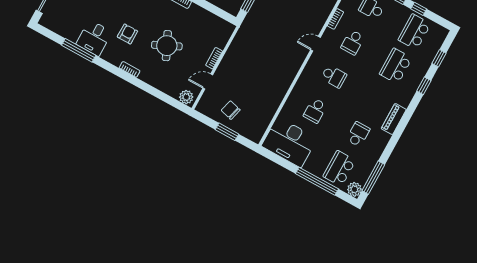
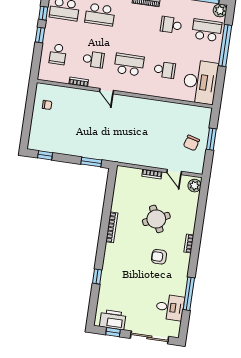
desk: (94, 38) -> (170, 307), moved
school desk: (334, 76) -> (129, 65), width x1.85
school desk: (339, 168) -> (207, 30), turned 180

